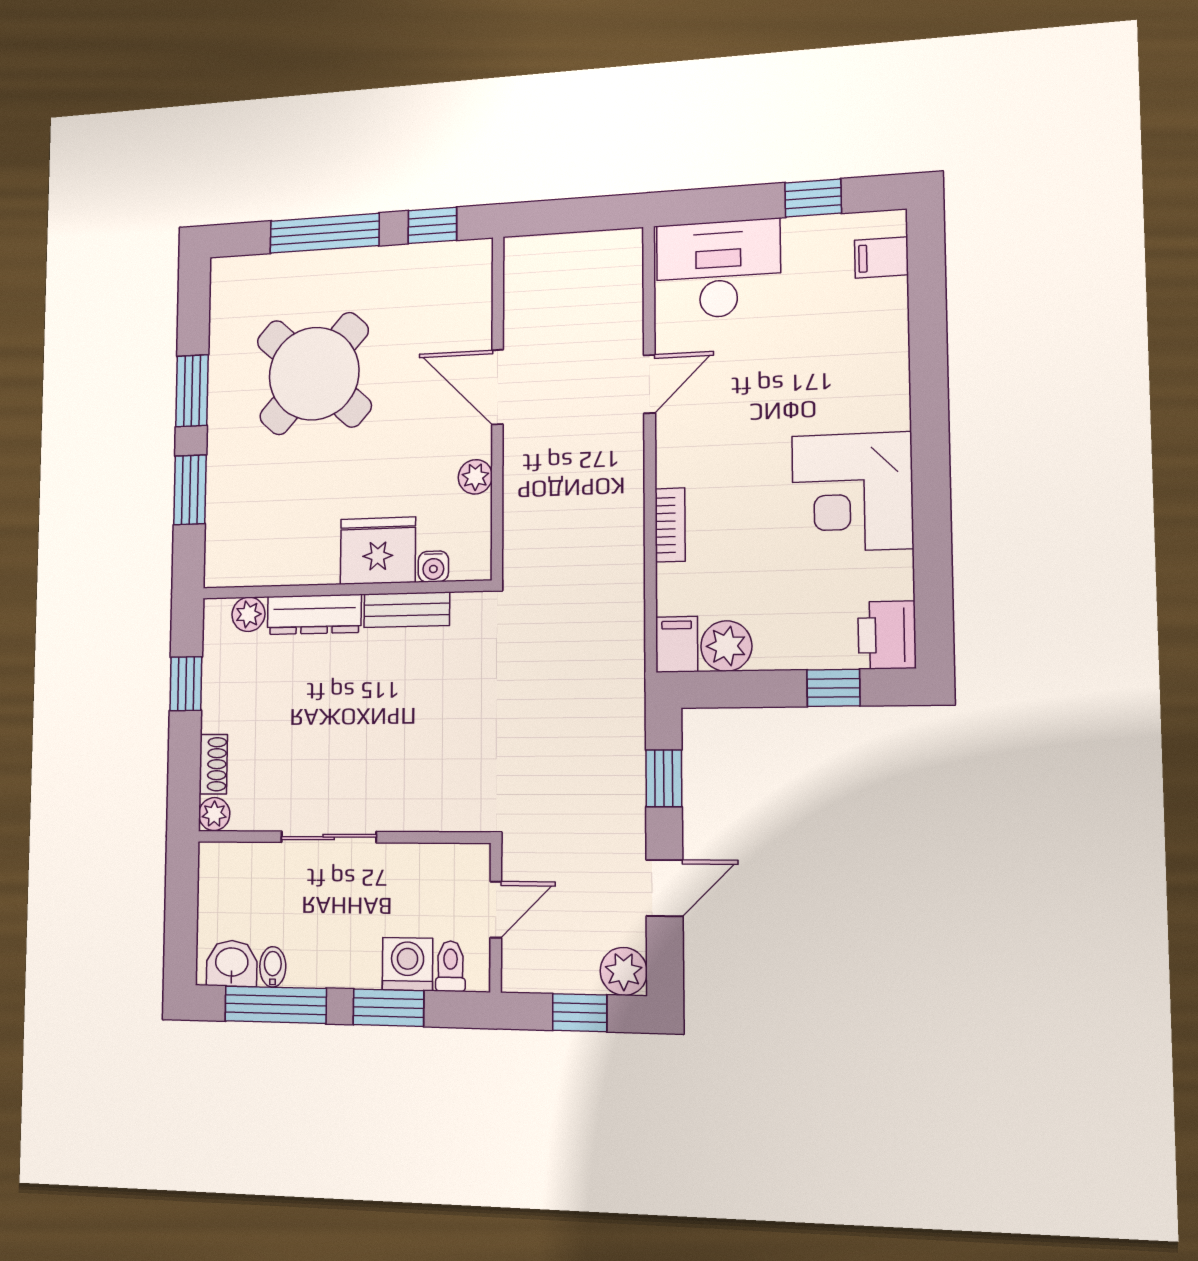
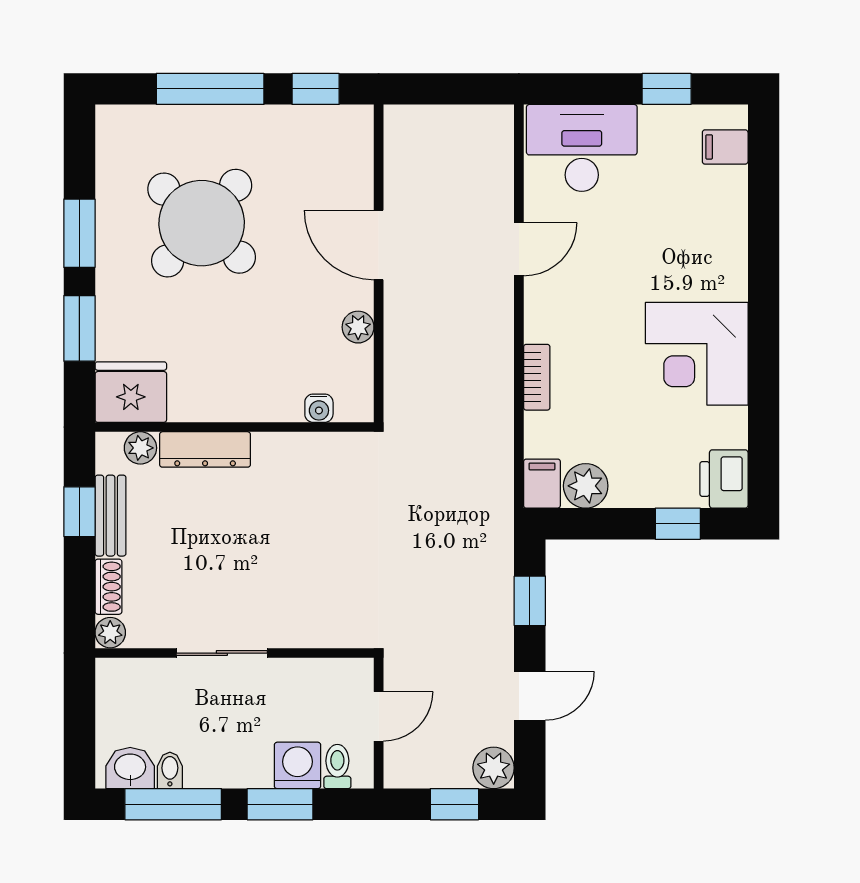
fridge: (378, 551) -> (131, 392), moved
bench: (407, 610) -> (110, 516), moved, turned 90

